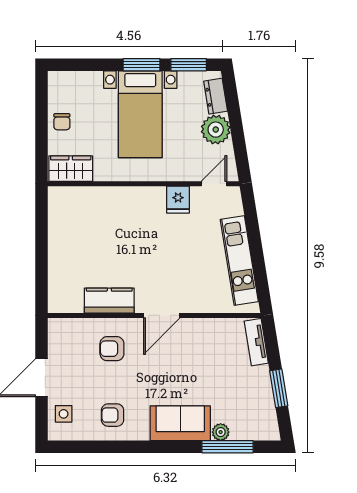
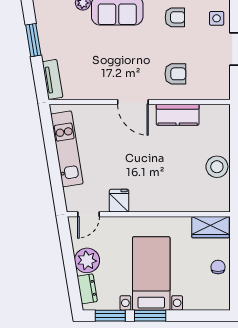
stool: (63, 240) -> (217, 167), added
door: (162, 315) -> (133, 102), swing flipped

